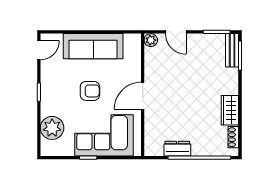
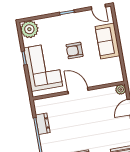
sofa: (93, 46) -> (107, 41), width x0.73
armchair: (90, 91) -> (74, 51), turned 90
plant: (52, 128) -> (29, 29), moved

